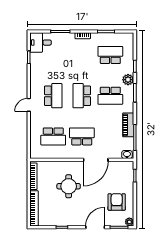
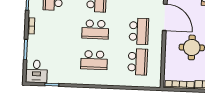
school desk: (53, 96) -> (94, 60), turned 180
door: (29, 105) -> (103, 87), removed
school desk: (82, 136) -> (139, 31), turned 180

